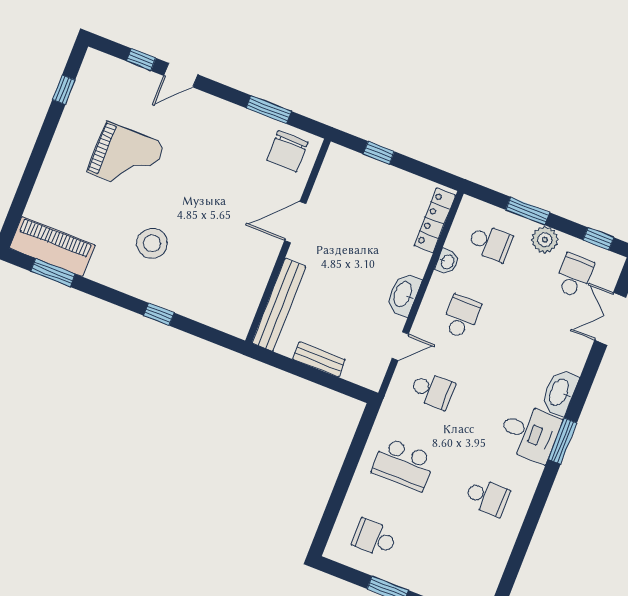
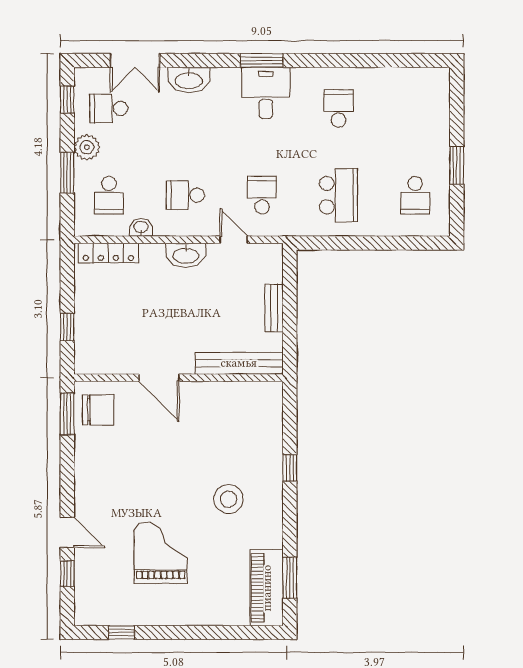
window: (269, 110) -> (67, 414), moved
school desk: (490, 243) -> (109, 195), turned 180
washbasin: (560, 393) -> (189, 80), moved

